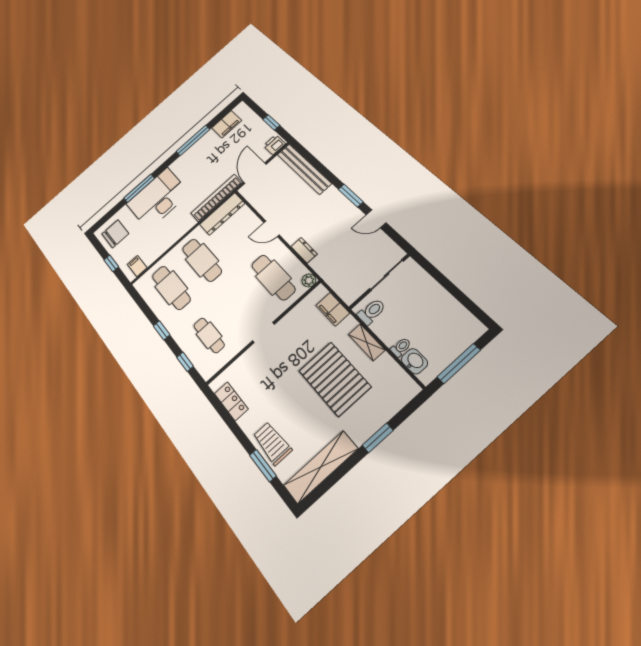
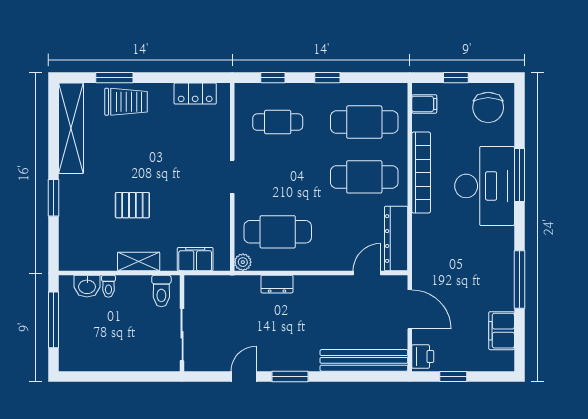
bookcase: (216, 198) -> (421, 173), moved
door: (272, 229) -> (367, 273), moved
pallet: (335, 379) -> (132, 205), width x0.49, depth x0.50

